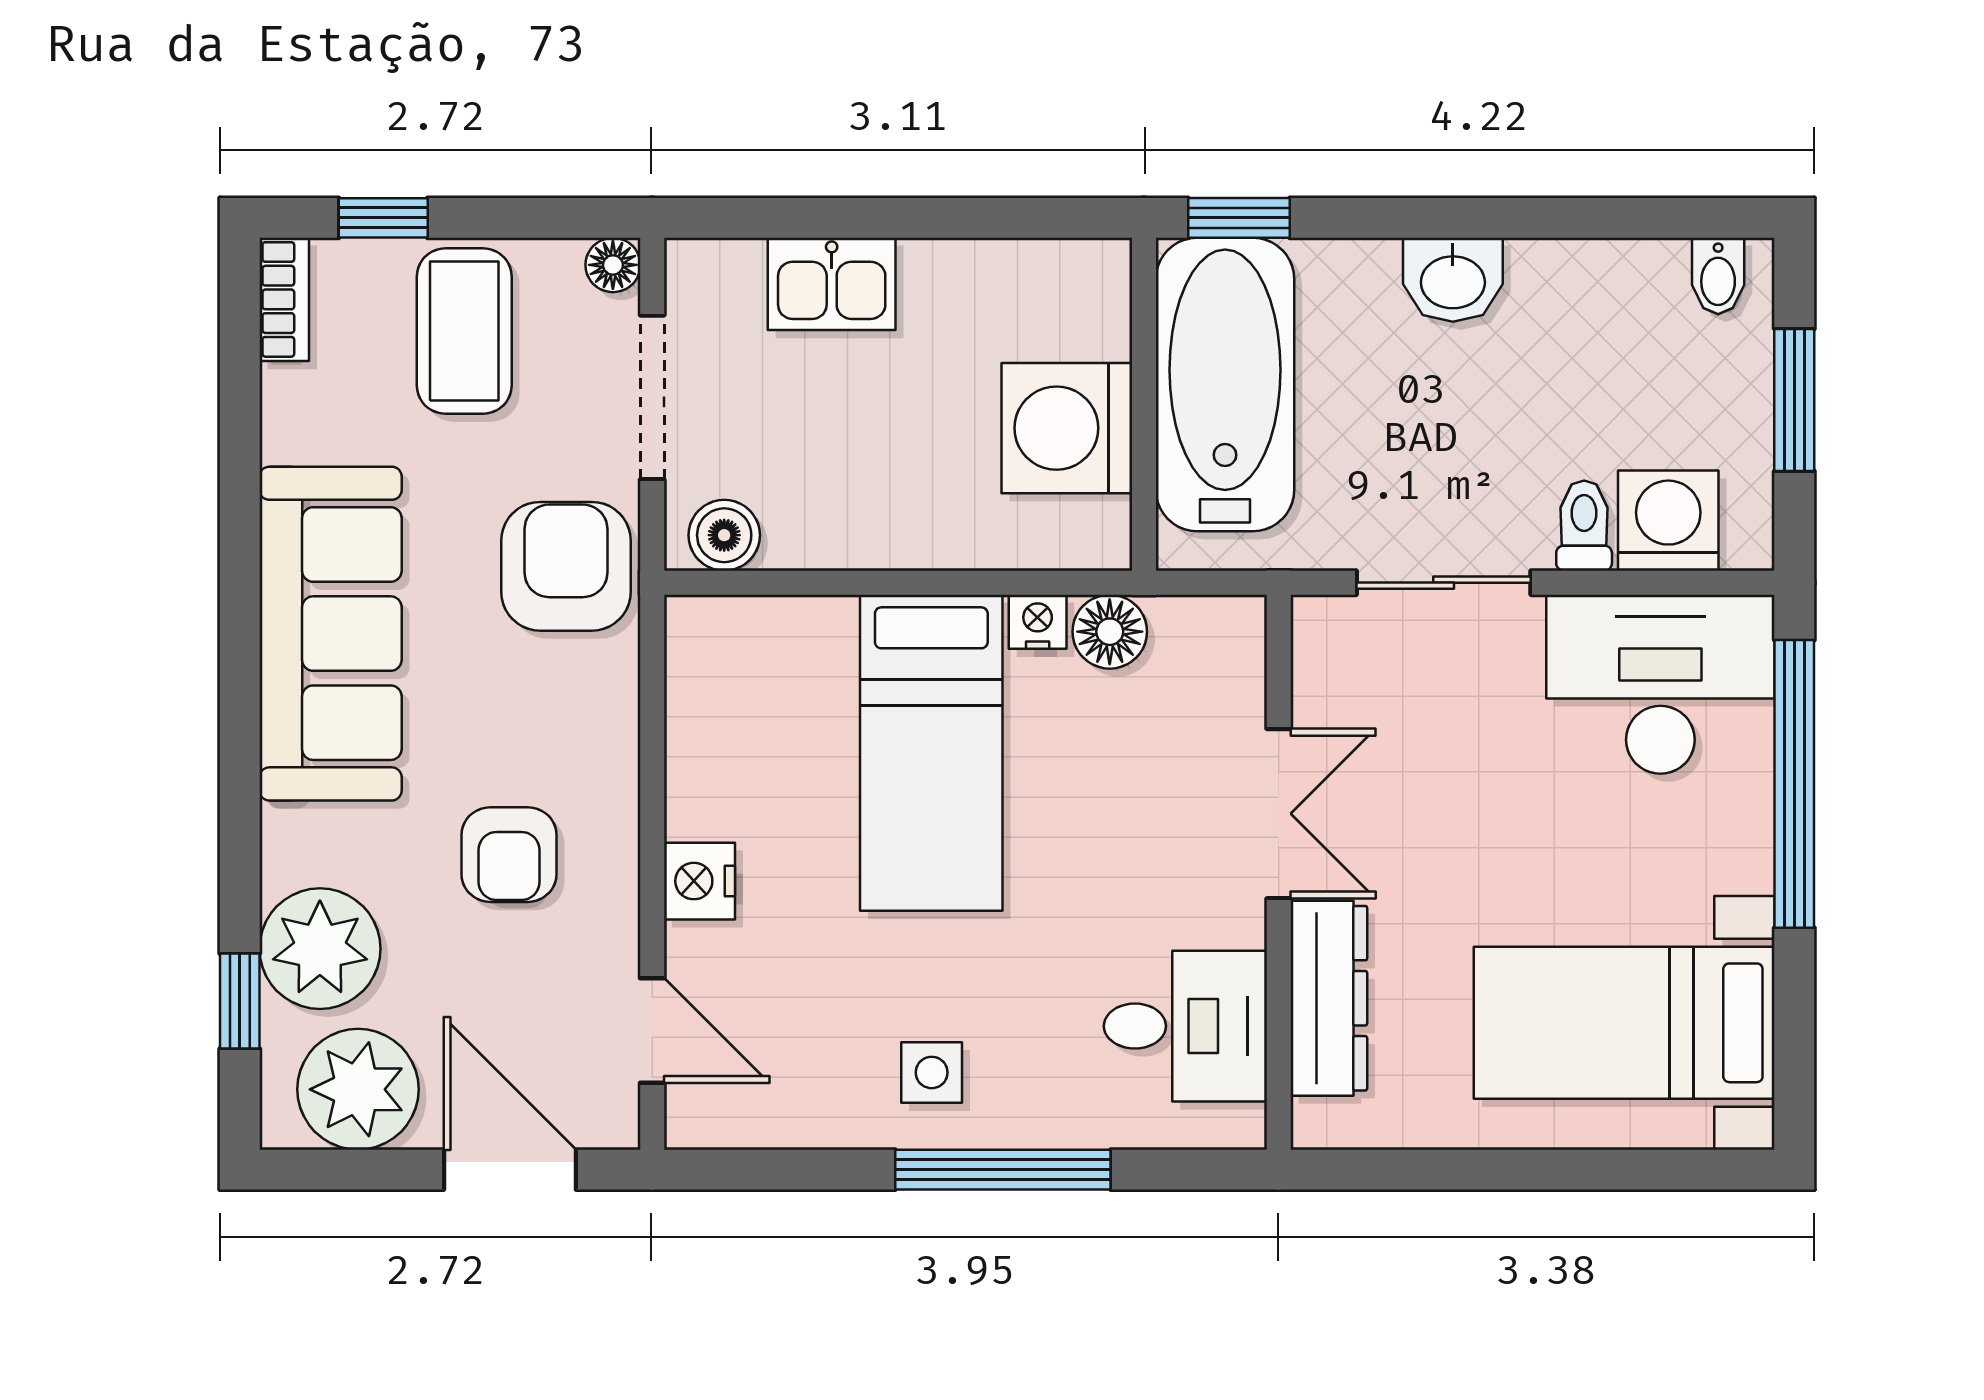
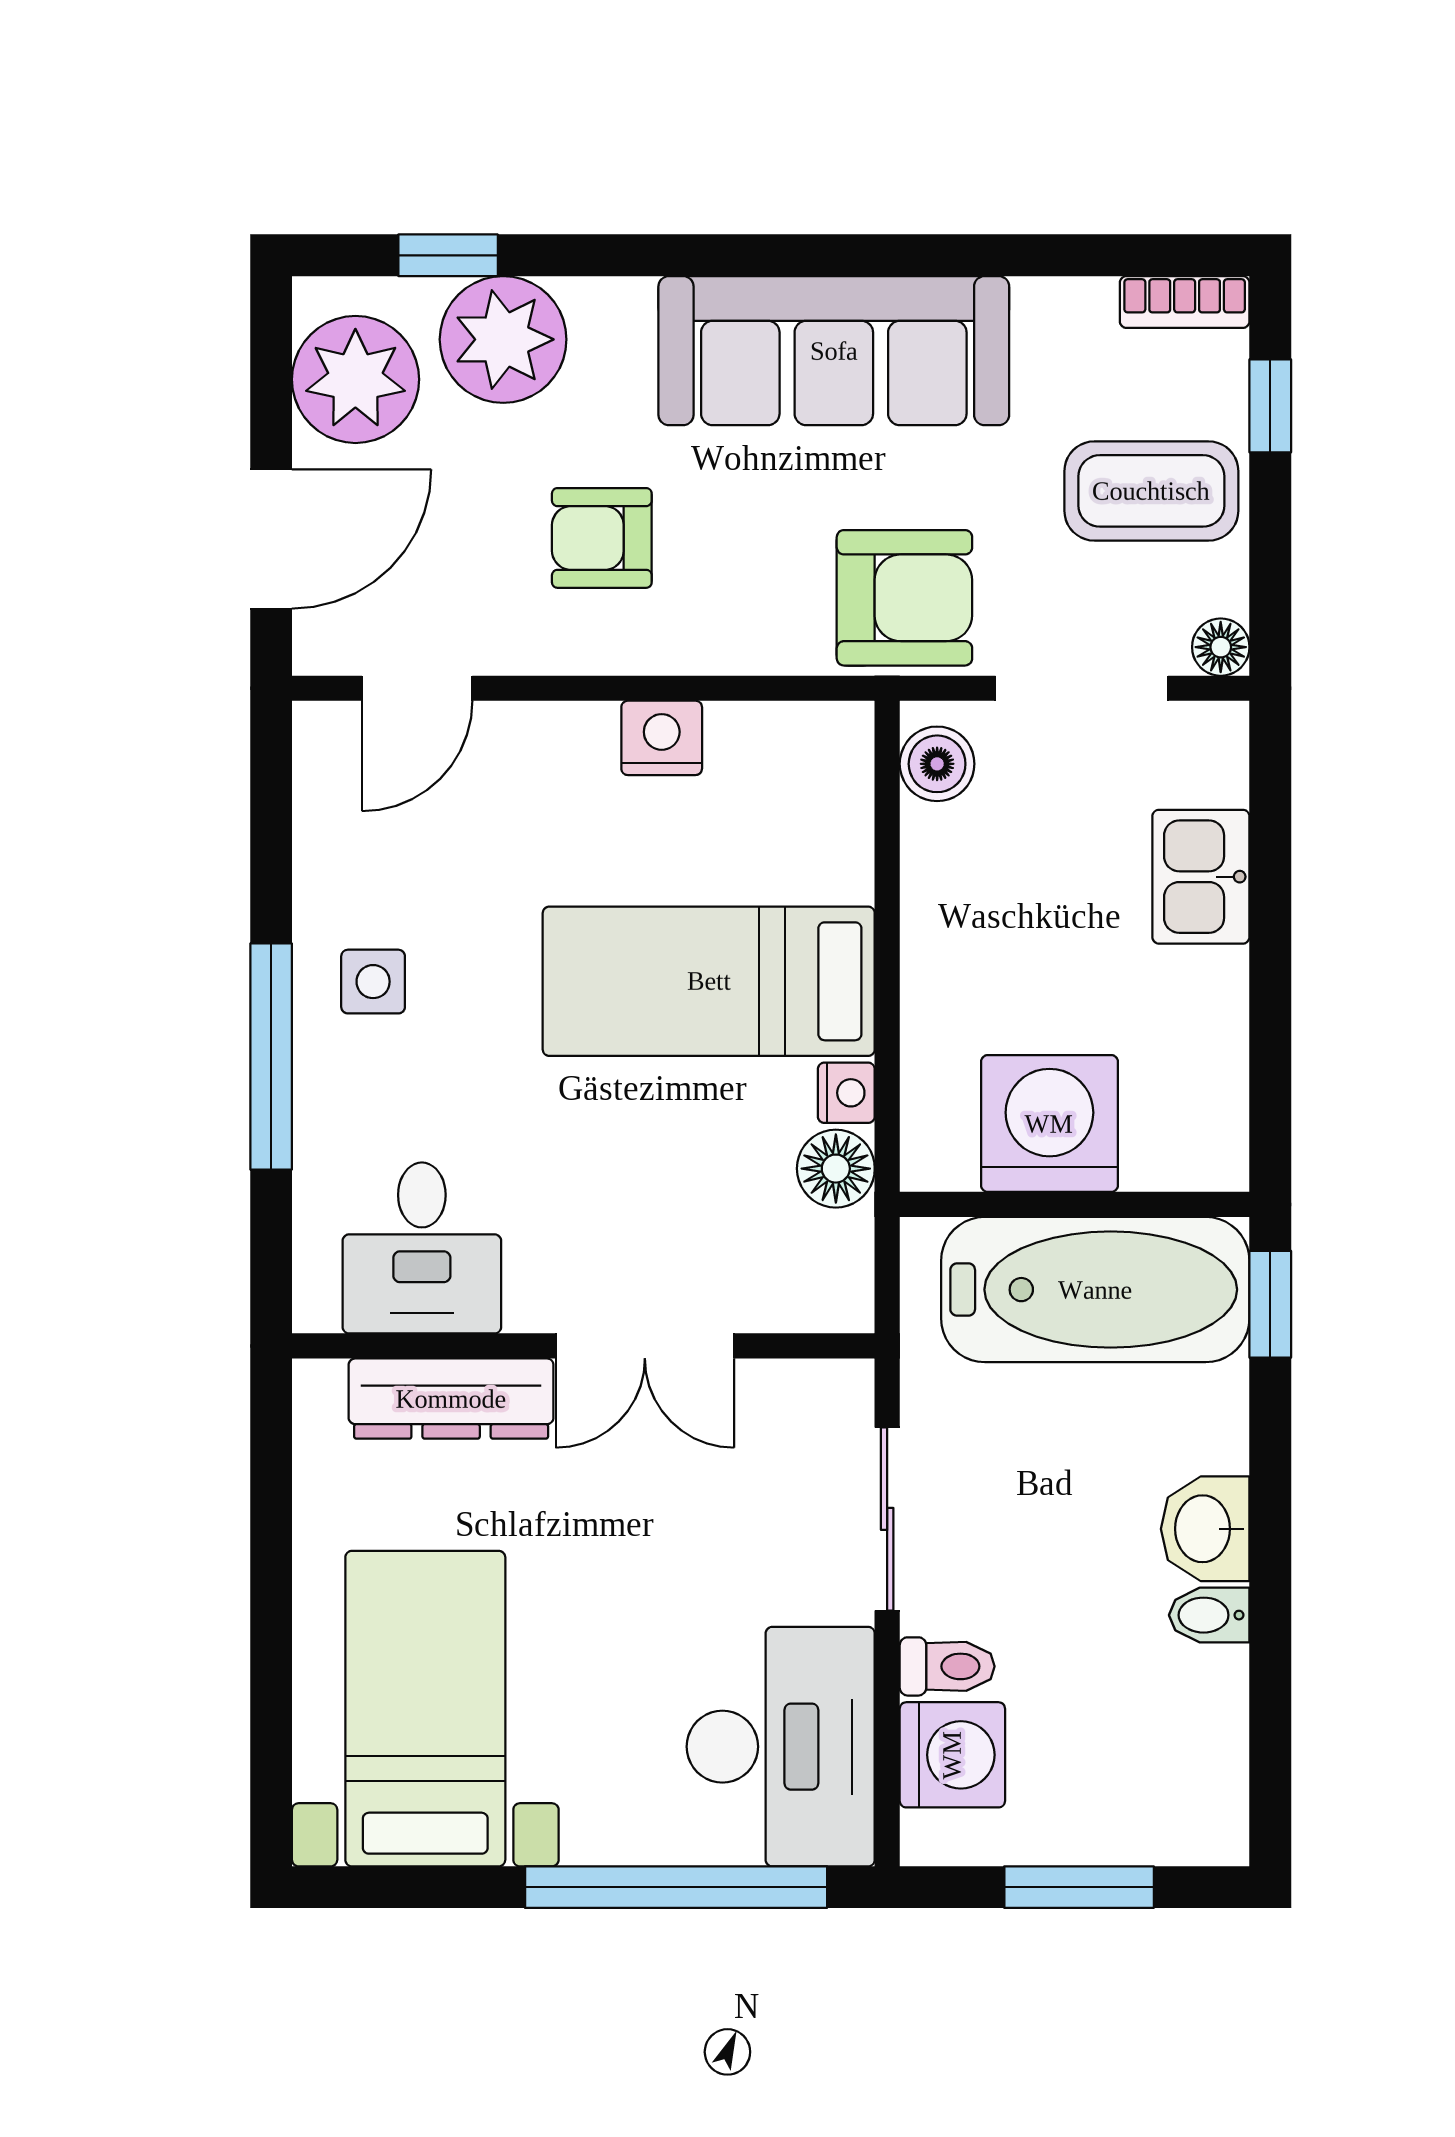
bidet: (1718, 276) -> (1209, 1615), moved
nightstand: (699, 881) -> (662, 738), moved

